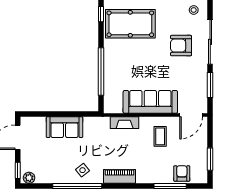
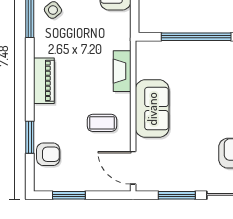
sofa: (150, 102) -> (152, 109), width x0.73
piano: (119, 176) -> (44, 81), moved
window: (170, 186) -> (30, 137), width x0.69

